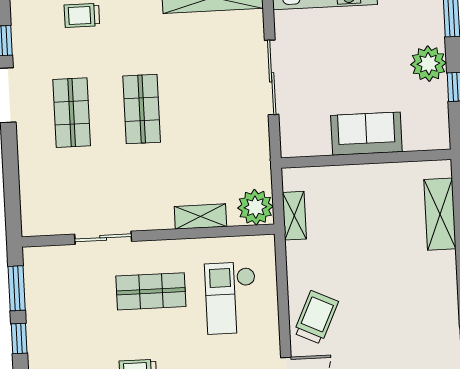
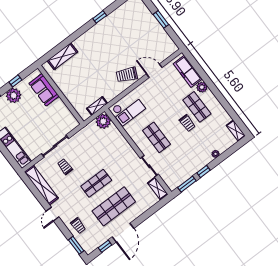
trolley: (217, 70) -> (65, 167), added
shop shelf: (72, 113) -> (114, 206), width x1.43, depth x1.36
sofa: (366, 134) -> (44, 90), moved
shelving: (200, 216) -> (158, 188), moved
checkout: (231, 298) -> (128, 109), moved

